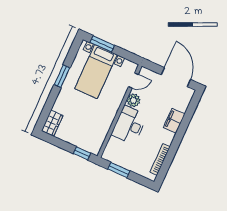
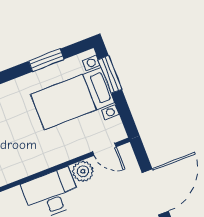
window: (62, 76) -> (46, 60), moved

